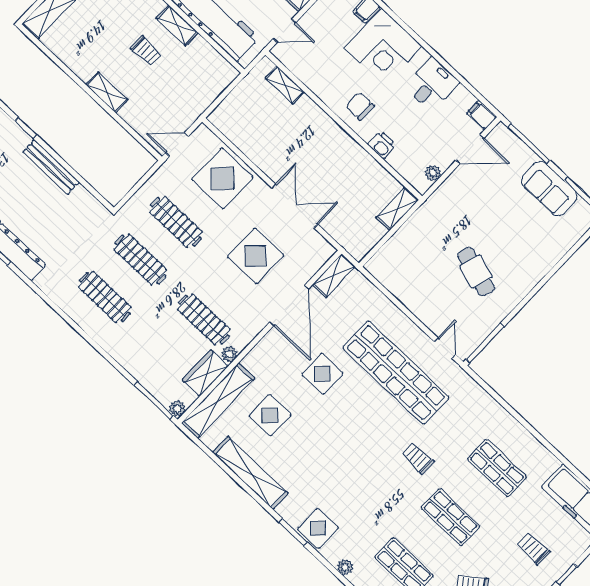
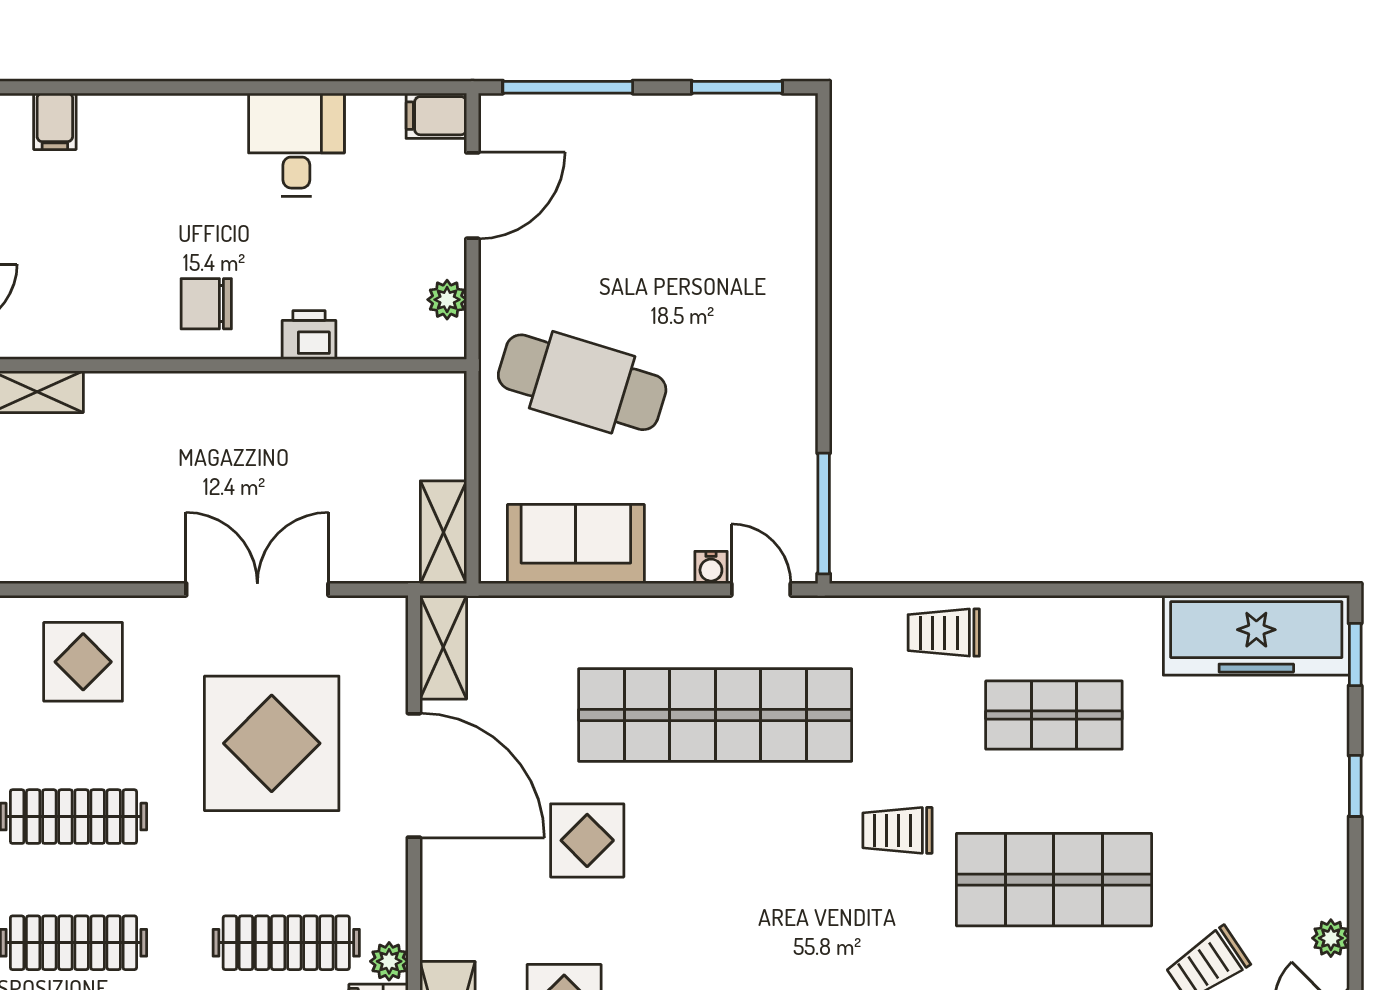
corner desk: (383, 47) -> (147, 160), removed
display table: (222, 178) -> (83, 662), width x0.73, depth x0.73
sofa: (549, 189) -> (576, 544), moved, turned 180
shelving: (397, 209) -> (443, 532), moved
display table: (256, 256) -> (272, 743), width x1.36, depth x1.36
cafe table: (476, 272) -> (582, 382), moved, width x1.37, depth x1.35
water cooler: (436, 327) -> (711, 567), added
shop shelf: (450, 517) -> (1054, 880), width x1.43, depth x1.36
trolley: (533, 549) -> (944, 633), moved

